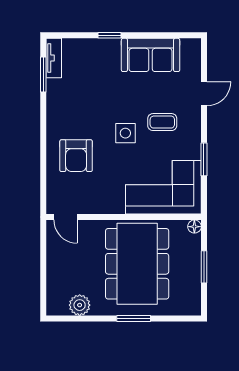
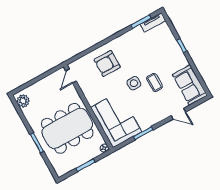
sofa: (151, 55) -> (190, 85), moved
coffee table: (162, 122) -> (155, 83), moved
plant: (80, 305) -> (23, 101), moved

